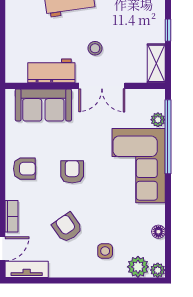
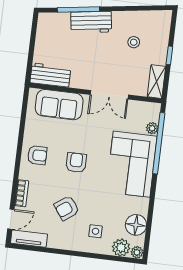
stool: (95, 48) -> (134, 42), moved
workbench: (51, 71) -> (50, 75), moved
armchair: (67, 227) -> (67, 208), turned -91
floor lamp: (158, 232) -> (136, 225), width x1.89, depth x1.89

